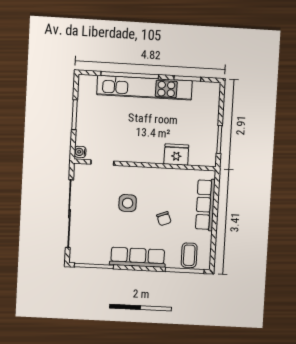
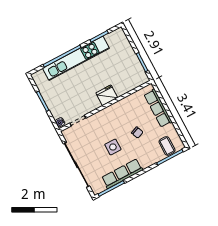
fridge: (176, 155) -> (107, 95), moved
side table: (128, 203) -> (113, 147), moved
row of seats: (138, 257) -> (122, 174), moved

